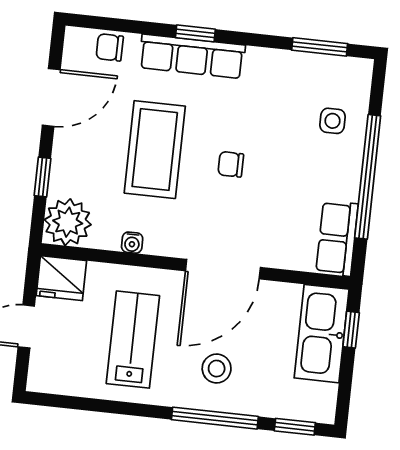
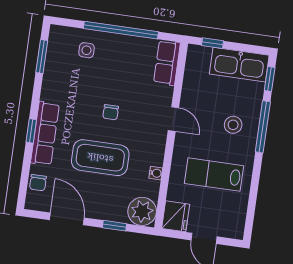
row of seats: (337, 238) -> (167, 63), moved, turned 90
door: (223, 269) -> (173, 119), width x0.53
kitchen sink: (322, 334) -> (239, 65), moved

